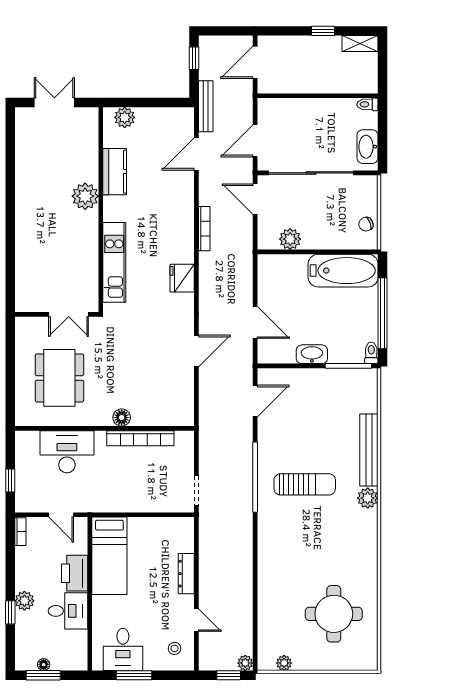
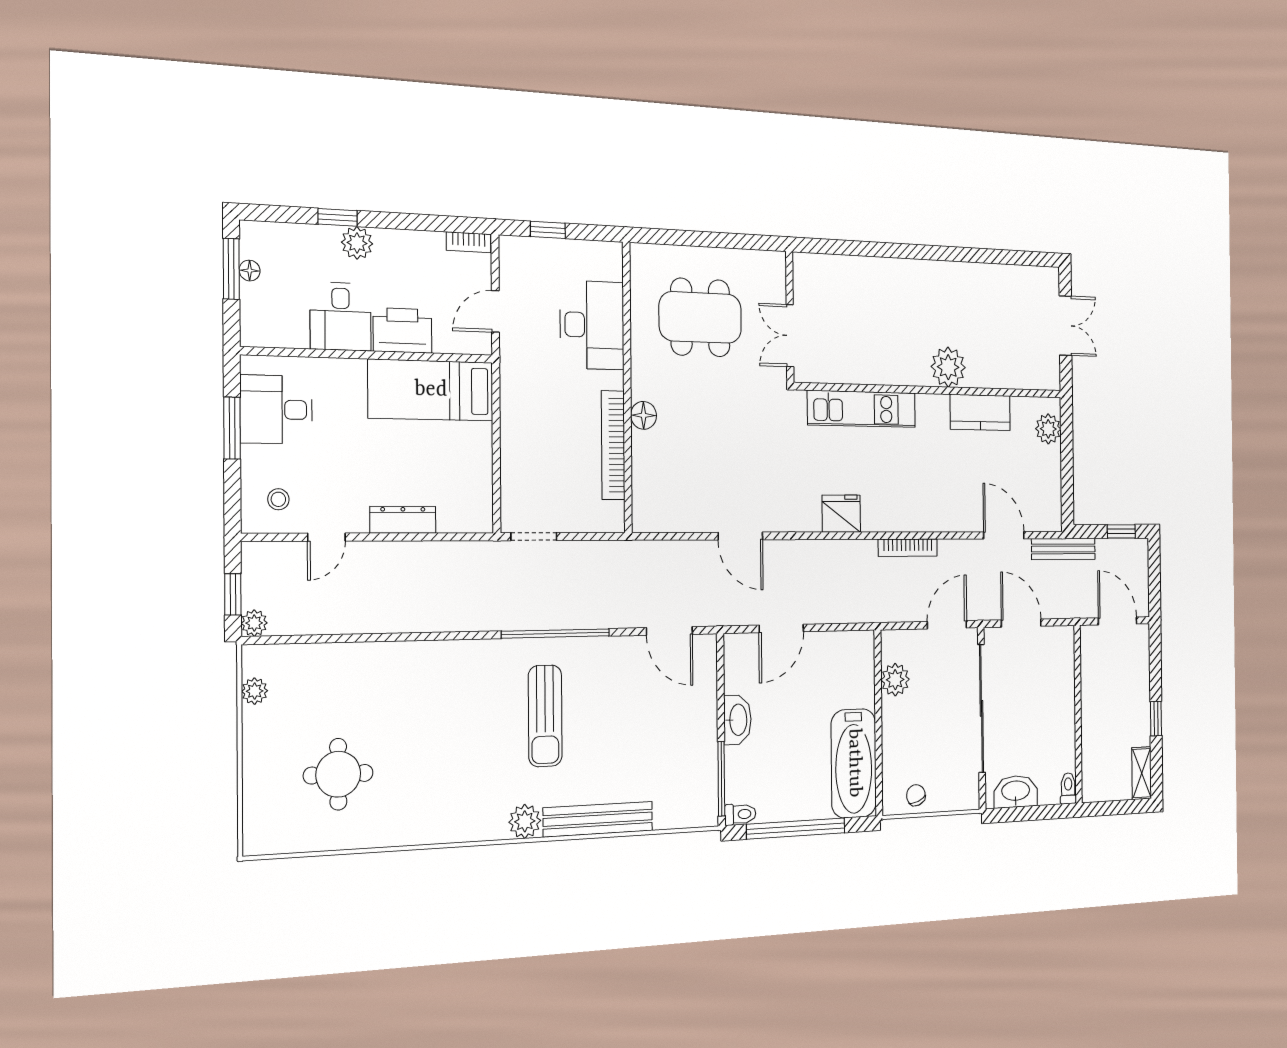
round table: (334, 614) -> (338, 774), width x0.73, depth x0.73

